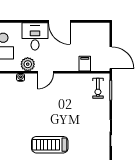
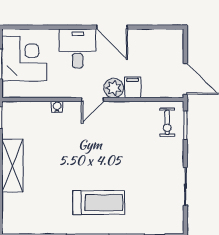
plant: (28, 64) -> (114, 88), moved
filing cabinet: (85, 64) -> (133, 87), moved
treadmill: (50, 145) -> (99, 203), turned 180

